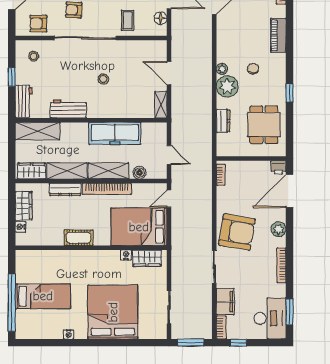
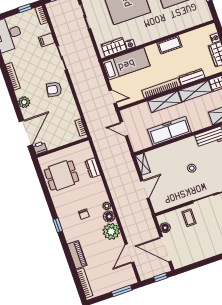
piano: (278, 35) -> (77, 255), moved
floor lamp: (224, 55) -> (109, 217), added
door: (169, 73) -> (145, 189), hinge flipped
plant: (227, 86) -> (111, 231), moved
window: (289, 93) -> (58, 225), moved
dining table: (264, 125) -> (62, 175), turned 90
boiler: (139, 173) -> (141, 108), removed
door: (169, 199) -> (113, 97), hinge flipped
bed: (139, 227) -> (126, 64), width x0.67
armchair: (237, 232) -> (54, 89), width x0.53, depth x0.53
filing cabinet: (225, 302) -> (47, 40), width x0.50

